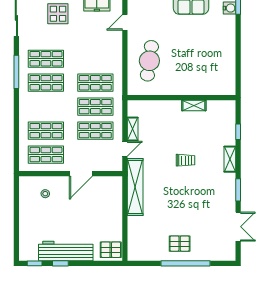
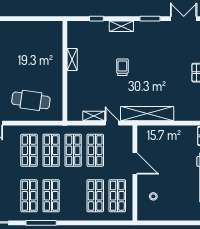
shop shelf: (95, 59) -> (29, 150), added

